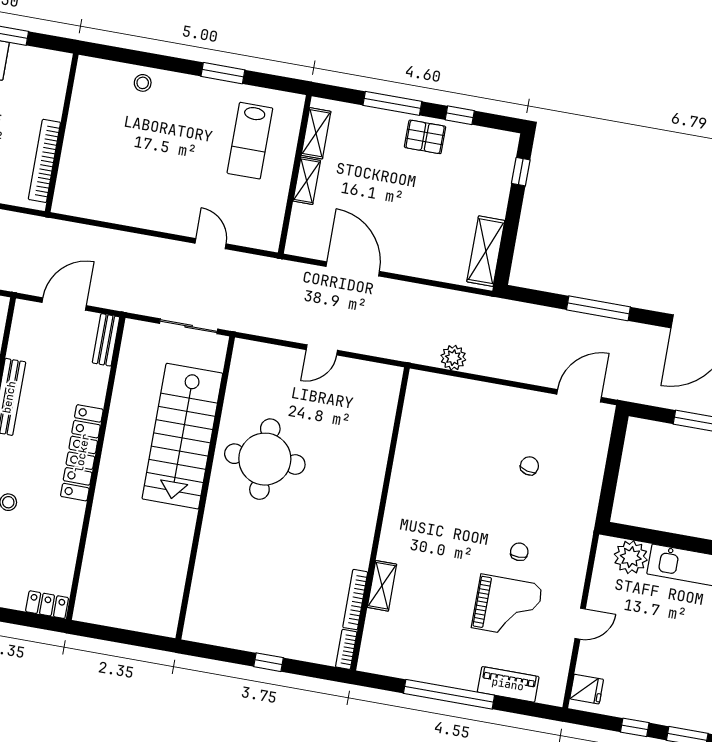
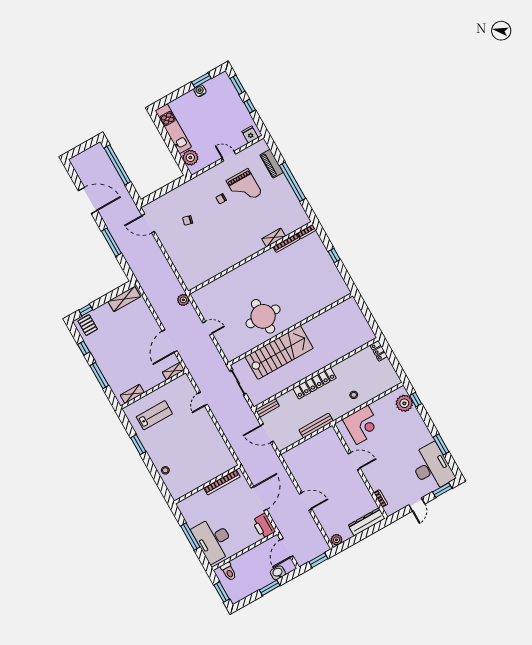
pallet: (425, 137) -> (88, 325), moved
shelving: (307, 181) -> (173, 371), moved
plant: (453, 358) -> (183, 300), moved
grand piano: (507, 606) -> (244, 187), turned 180

